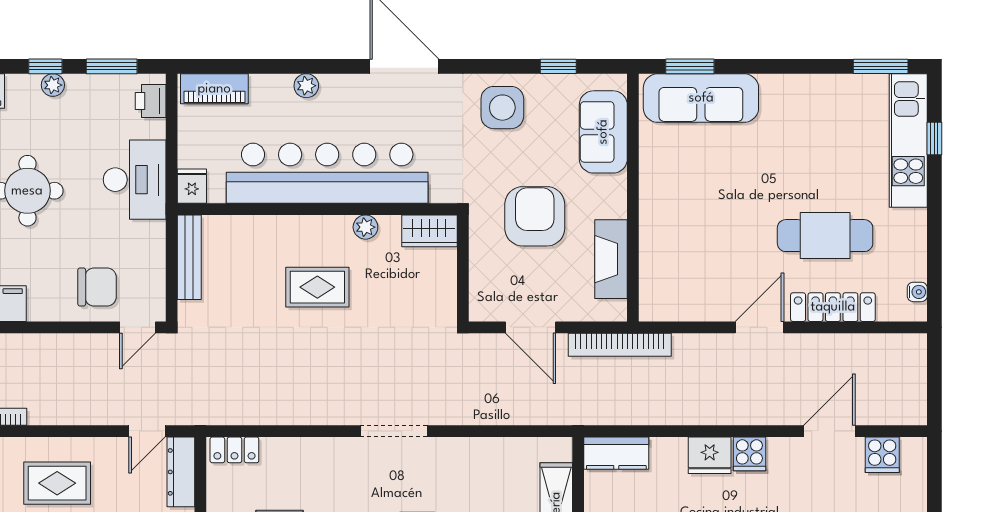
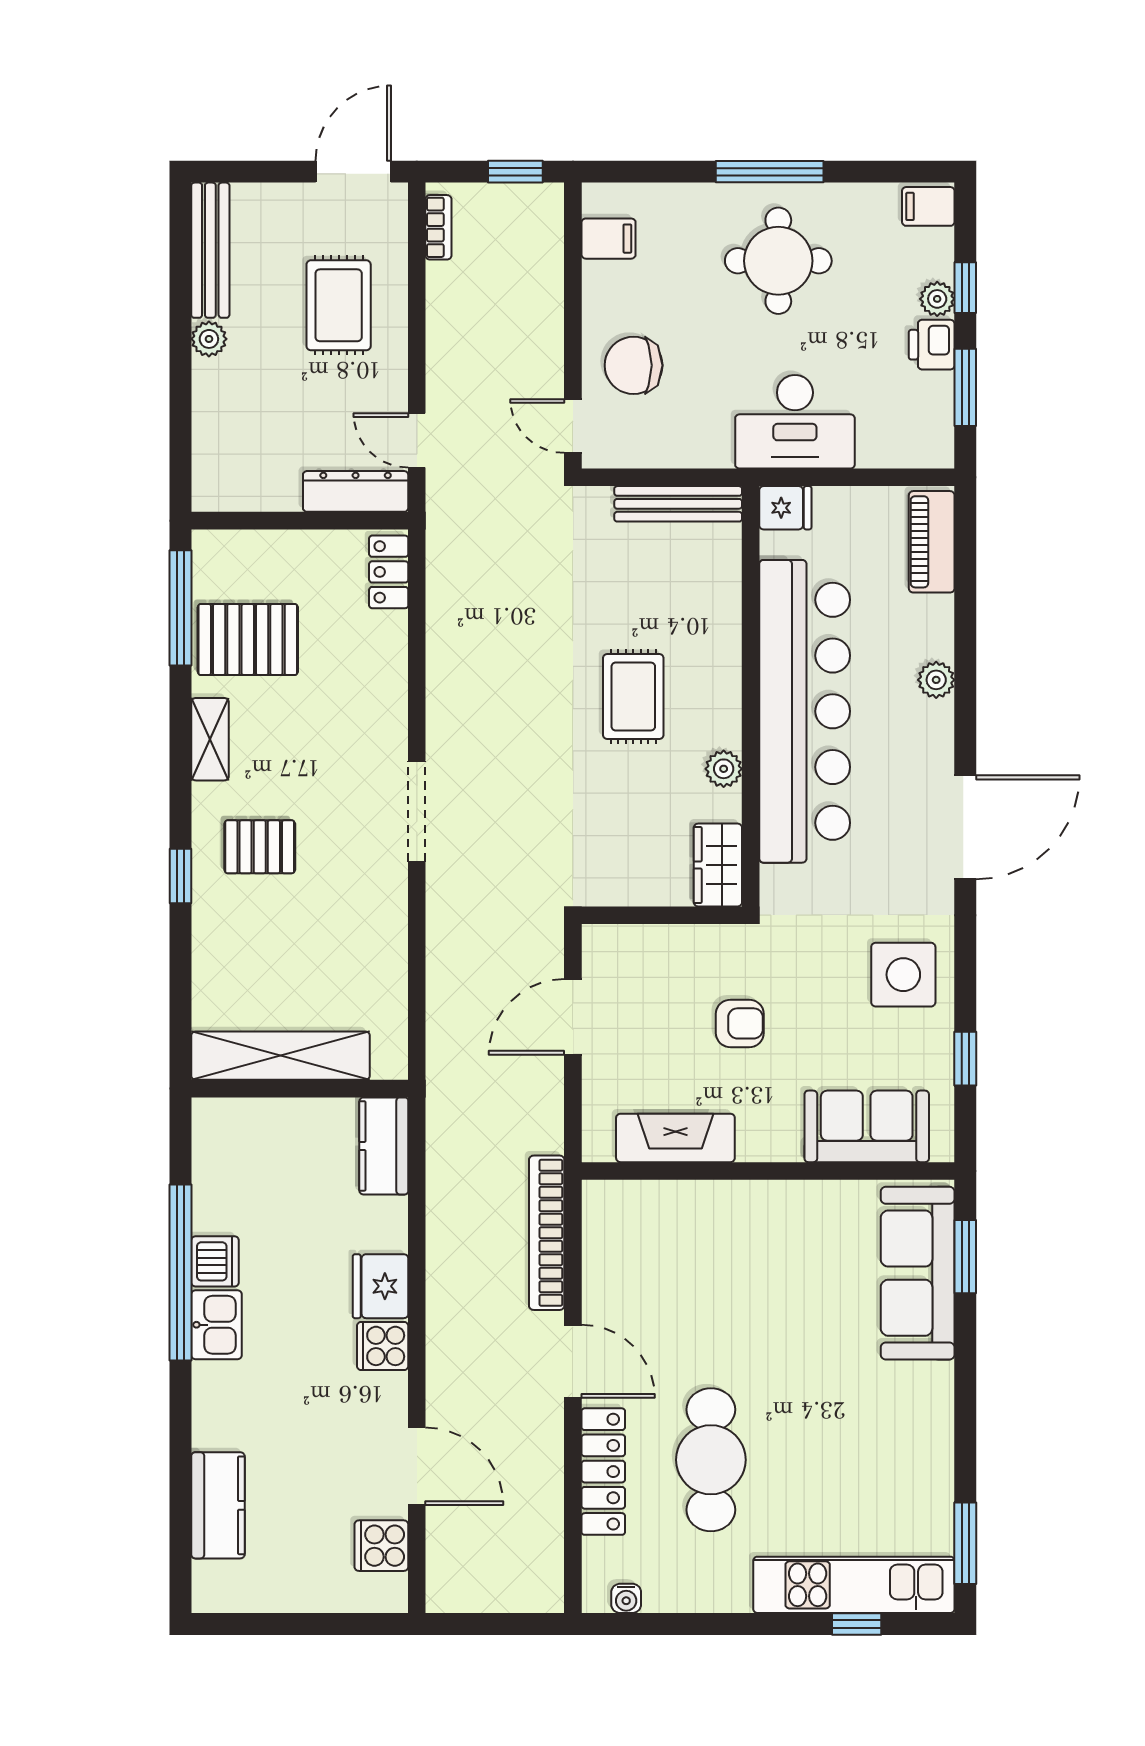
printer: (151, 101) -> (932, 345), moved, turned -90
armchair: (535, 216) -> (740, 1023), width x0.53, depth x0.53
chair: (97, 287) -> (634, 365), turned 90
bookcase: (620, 345) -> (547, 1233), moved

